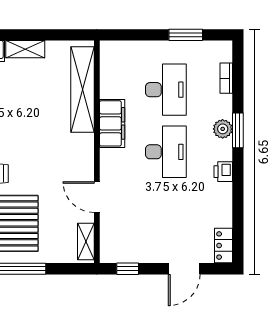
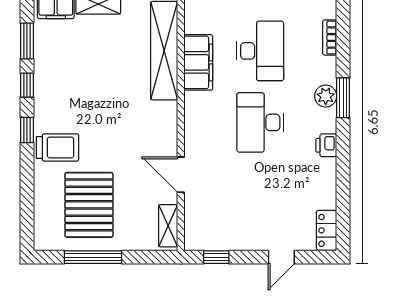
filing cabinet: (112, 123) -> (198, 62), moved
desk: (166, 152) -> (260, 122), turned 180
door: (184, 269) -> (281, 257), width x0.73

